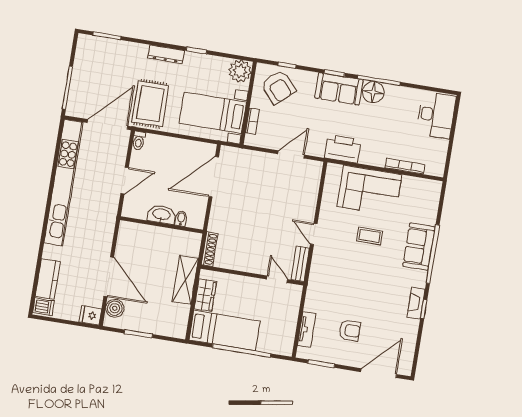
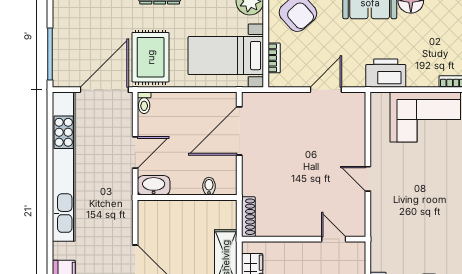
washbasin: (162, 215) -> (154, 185), moved
coffee table: (370, 236) -> (434, 170), removed
bench: (300, 264) -> (358, 216), removed

